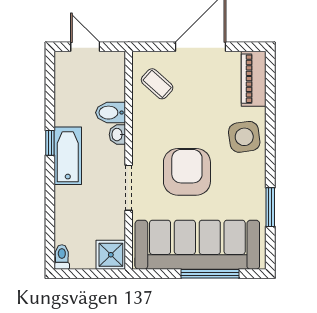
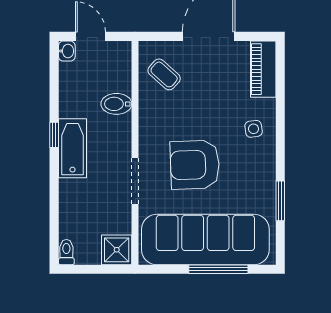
washbasin: (117, 135) -> (67, 51), moved, turned 180
side table: (244, 137) -> (254, 129), width x0.54, depth x0.54
armchair: (187, 172) -> (195, 165), turned -92

